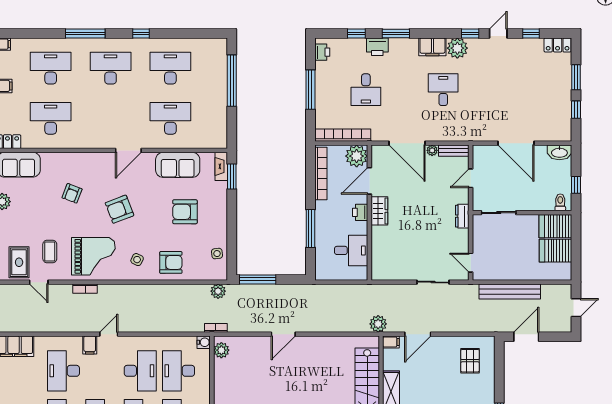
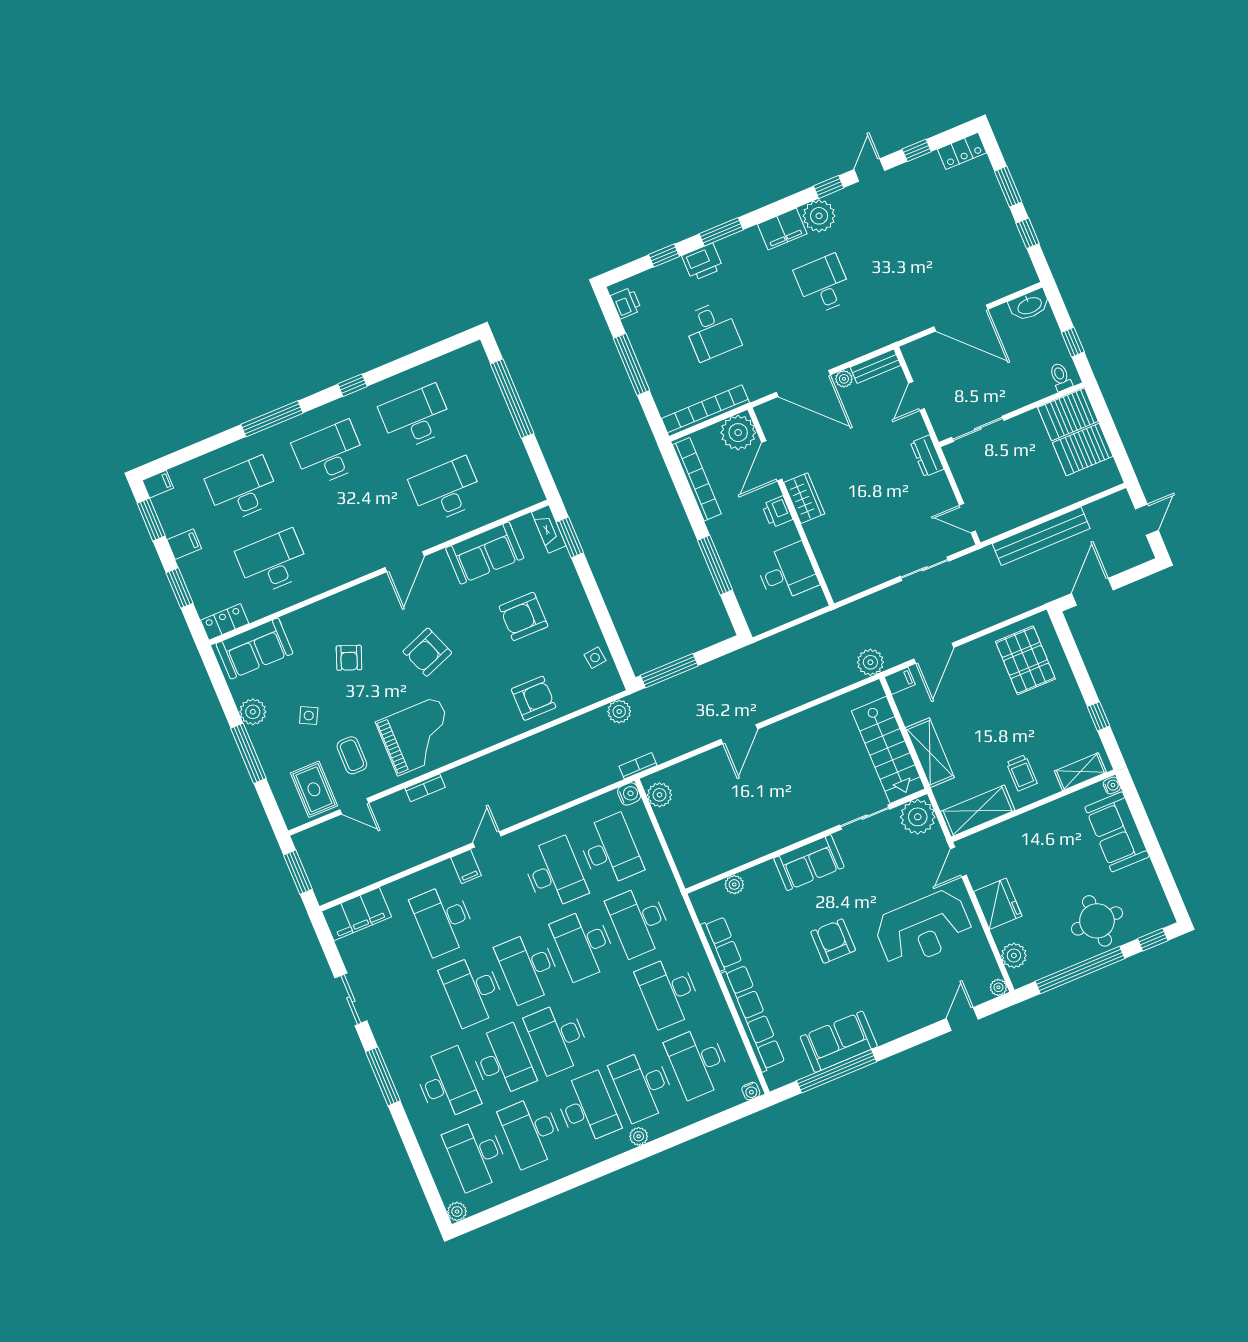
side table: (137, 260) -> (309, 716), moved
pallet: (470, 361) -> (1025, 660), width x1.50, depth x1.42
desk: (179, 371) -> (610, 850), turned 180

